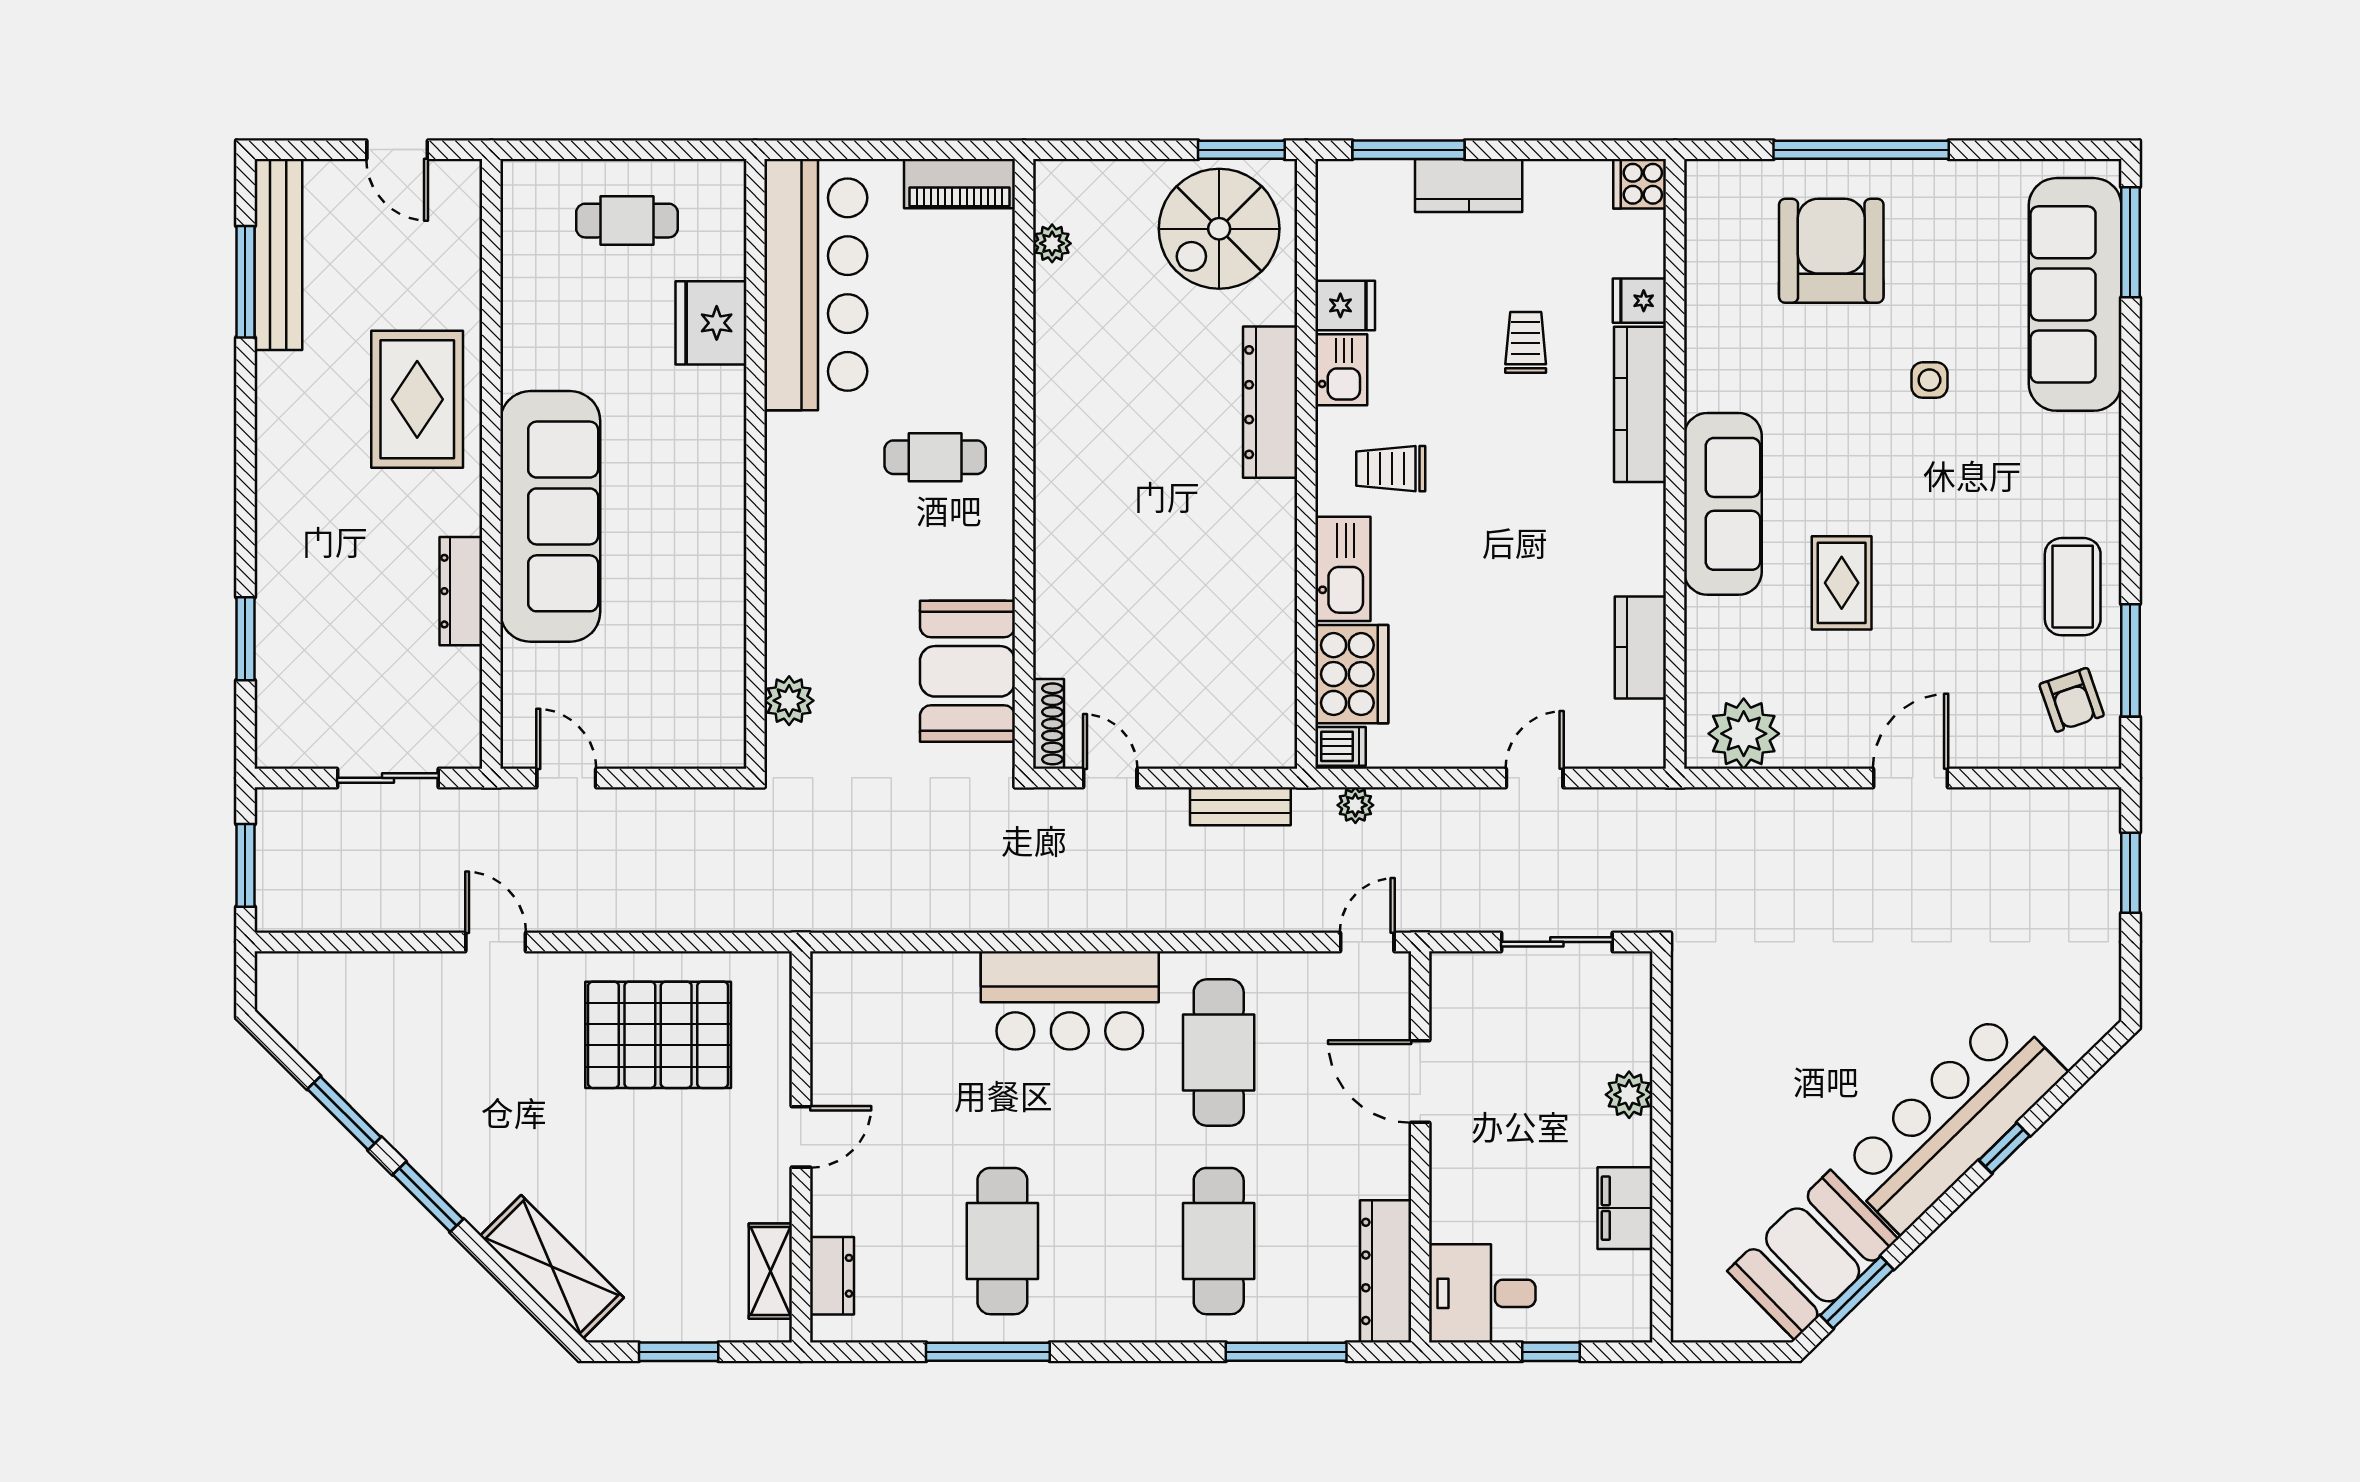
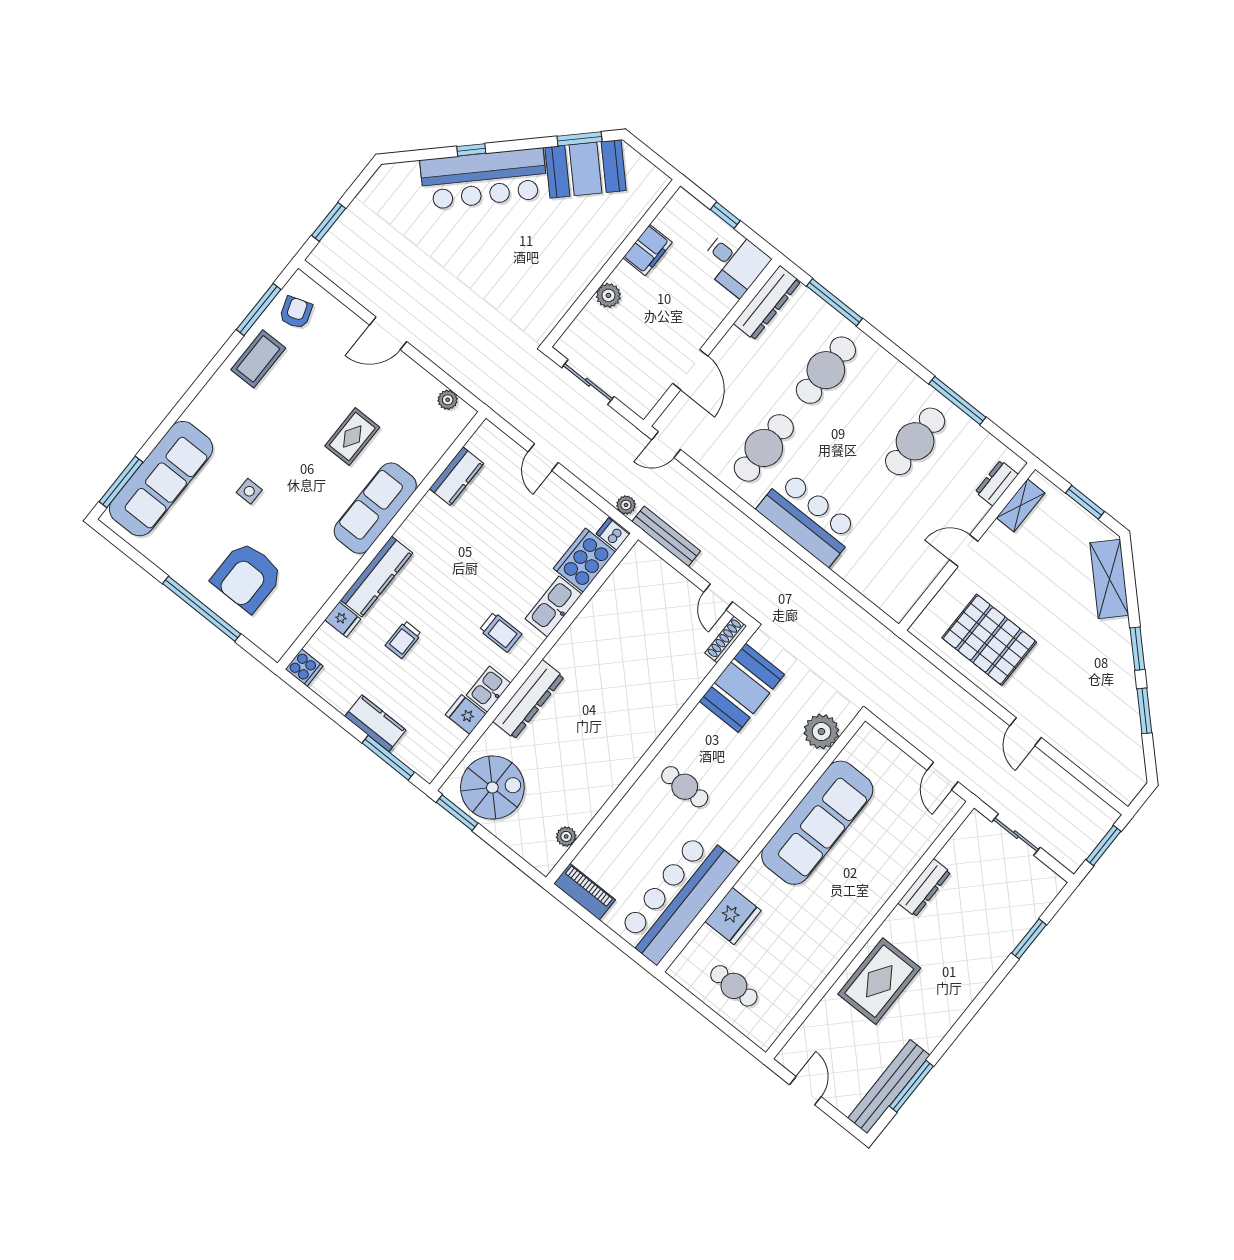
sofa: (550, 516) -> (817, 823), moved, turned 180
plant: (789, 701) -> (821, 732), width x1.36, depth x1.36
plant: (1744, 734) -> (448, 400), width x0.53, depth x0.53
door: (1535, 778) -> (543, 457), hinge flipped
bench: (1240, 806) -> (666, 536), width x1.36

